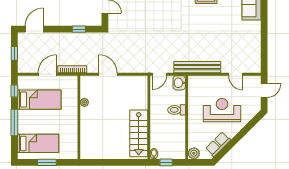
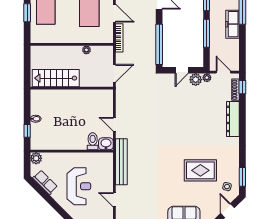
window: (79, 29) -> (159, 44), width x3.17
door: (236, 74) -> (114, 200), hinge flipped
toilet: (177, 110) -> (93, 141), moved
wall: (149, 117) -> (72, 88), moved
stairs: (139, 133) -> (56, 78), moved

